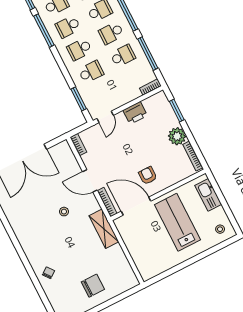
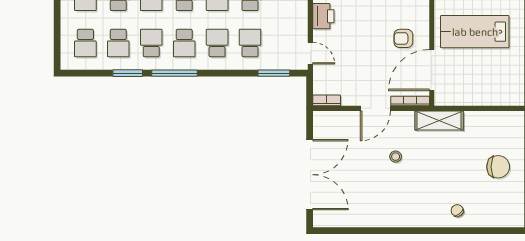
school desk: (79, 49) -> (217, 43), turned 180
chair: (93, 286) -> (498, 167), turned 90

